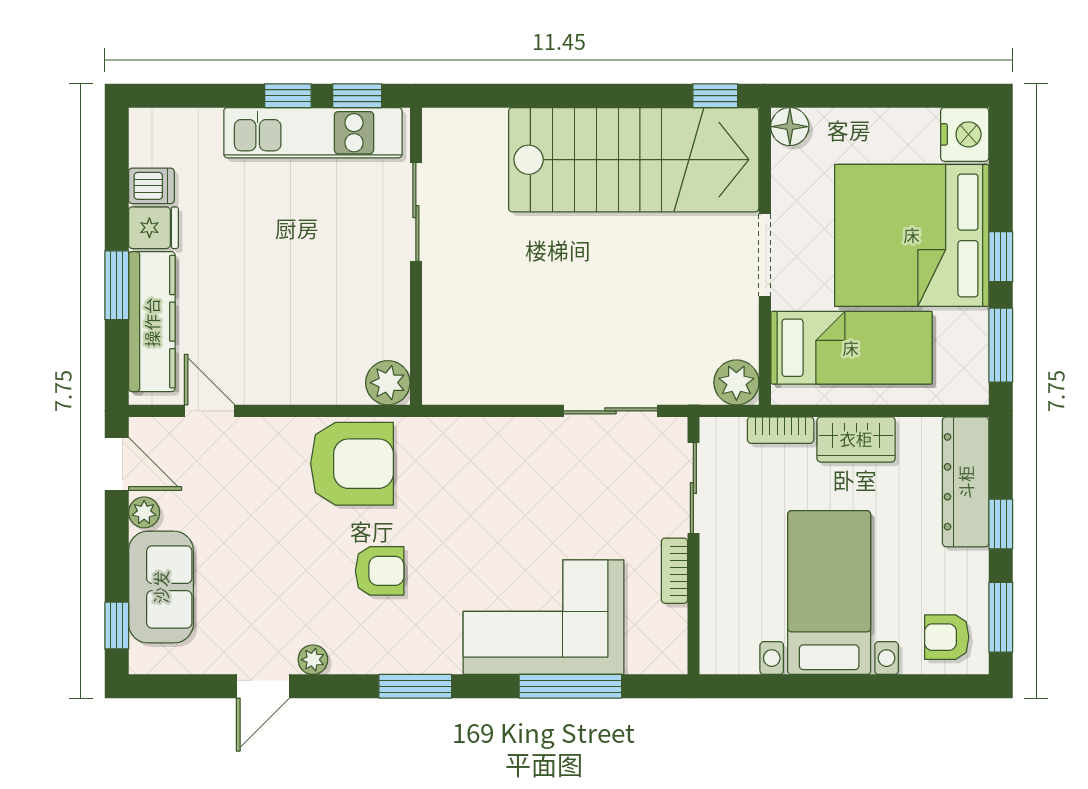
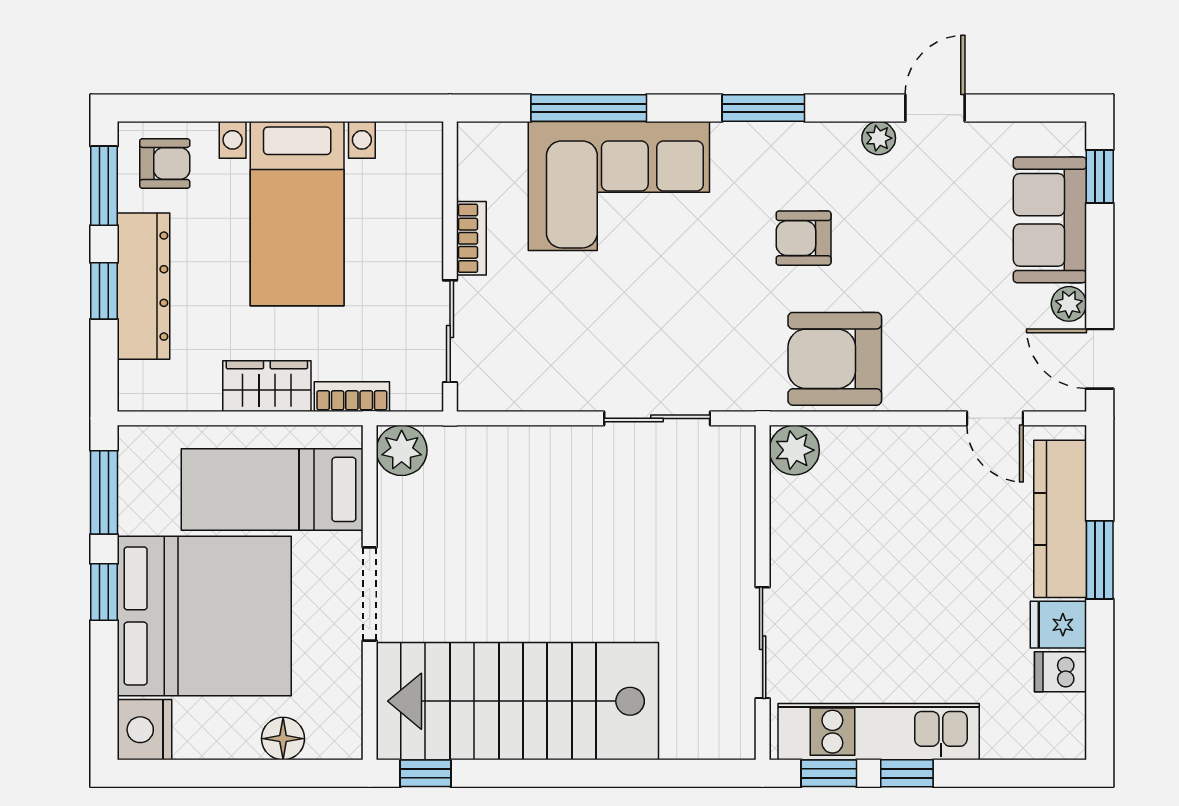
floor lamp: (790, 127) -> (283, 739), moved
sliding door: (610, 411) -> (657, 418), moved
dresser: (966, 482) -> (144, 286), moved

